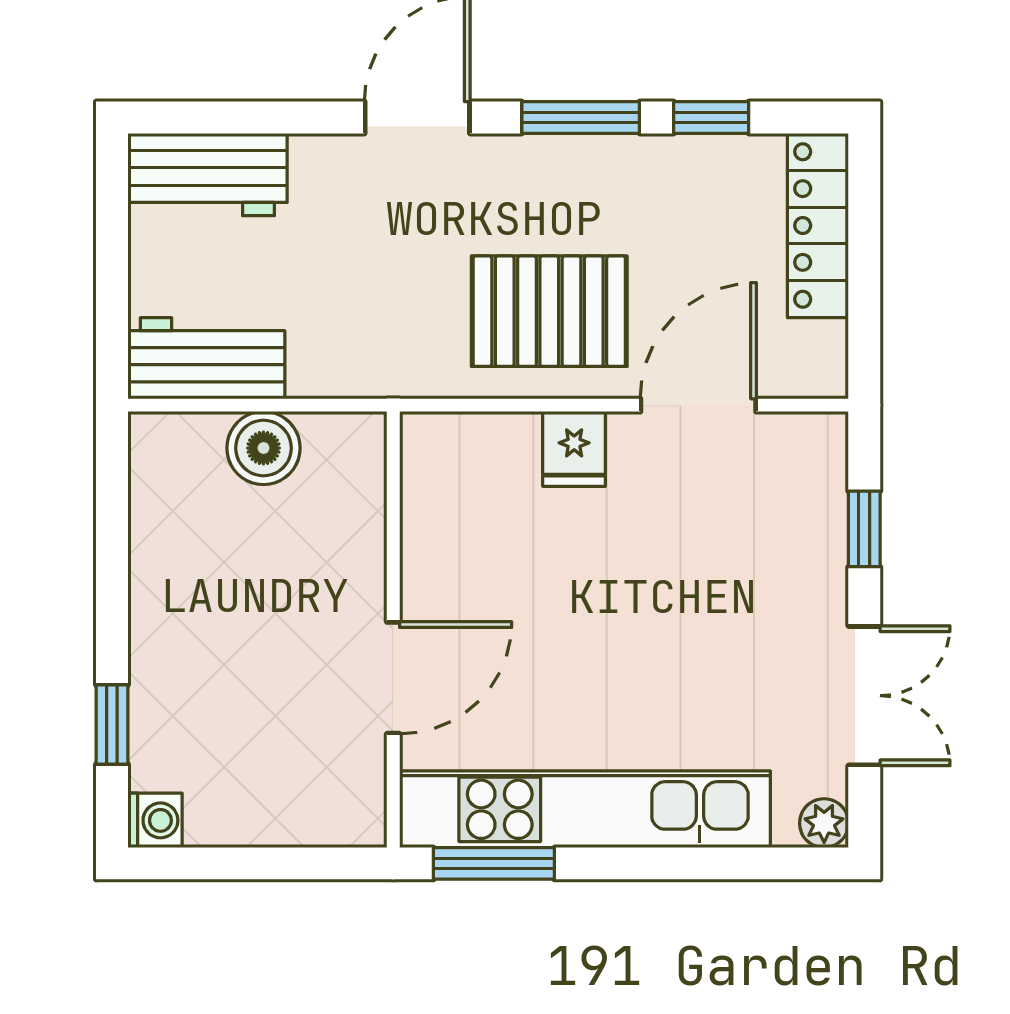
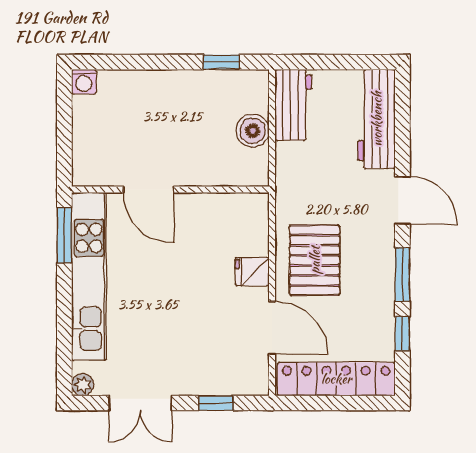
workbench: (207, 174) -> (377, 119), width x1.38
locker: (818, 225) -> (336, 379), width x1.41, depth x1.21
window: (112, 724) -> (221, 62), moved

